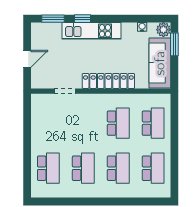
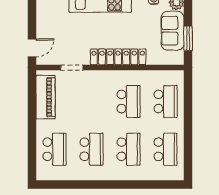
window: (174, 44) -> (188, 38), moved
door: (27, 59) -> (32, 48), moved
sofa: (160, 63) -> (173, 31), width x0.73
piano: (40, 119) -> (46, 97), added

